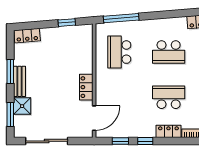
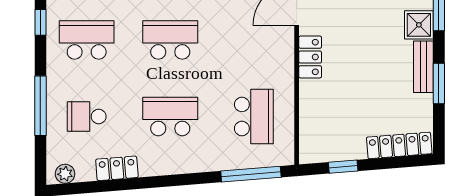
locker: (27, 36) -> (399, 145), width x1.53
school desk: (169, 97) -> (170, 40), turned 180

